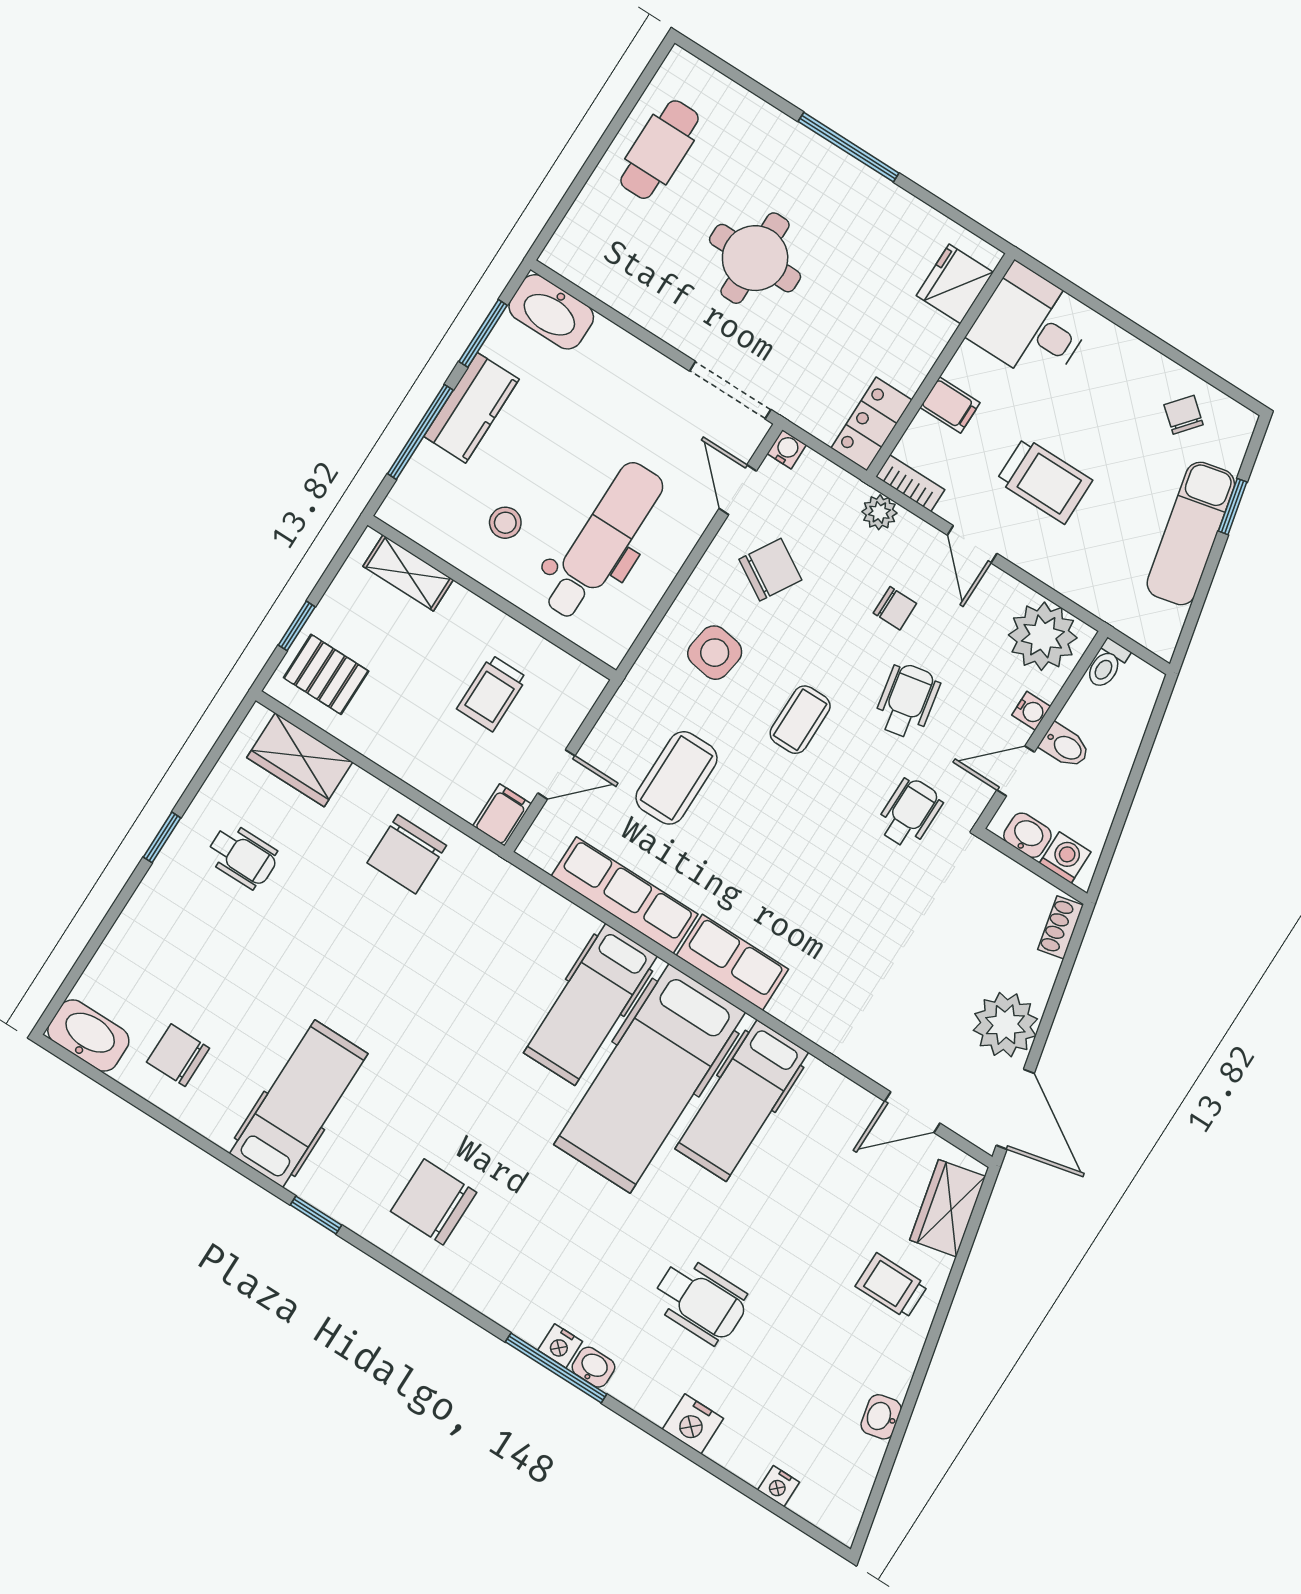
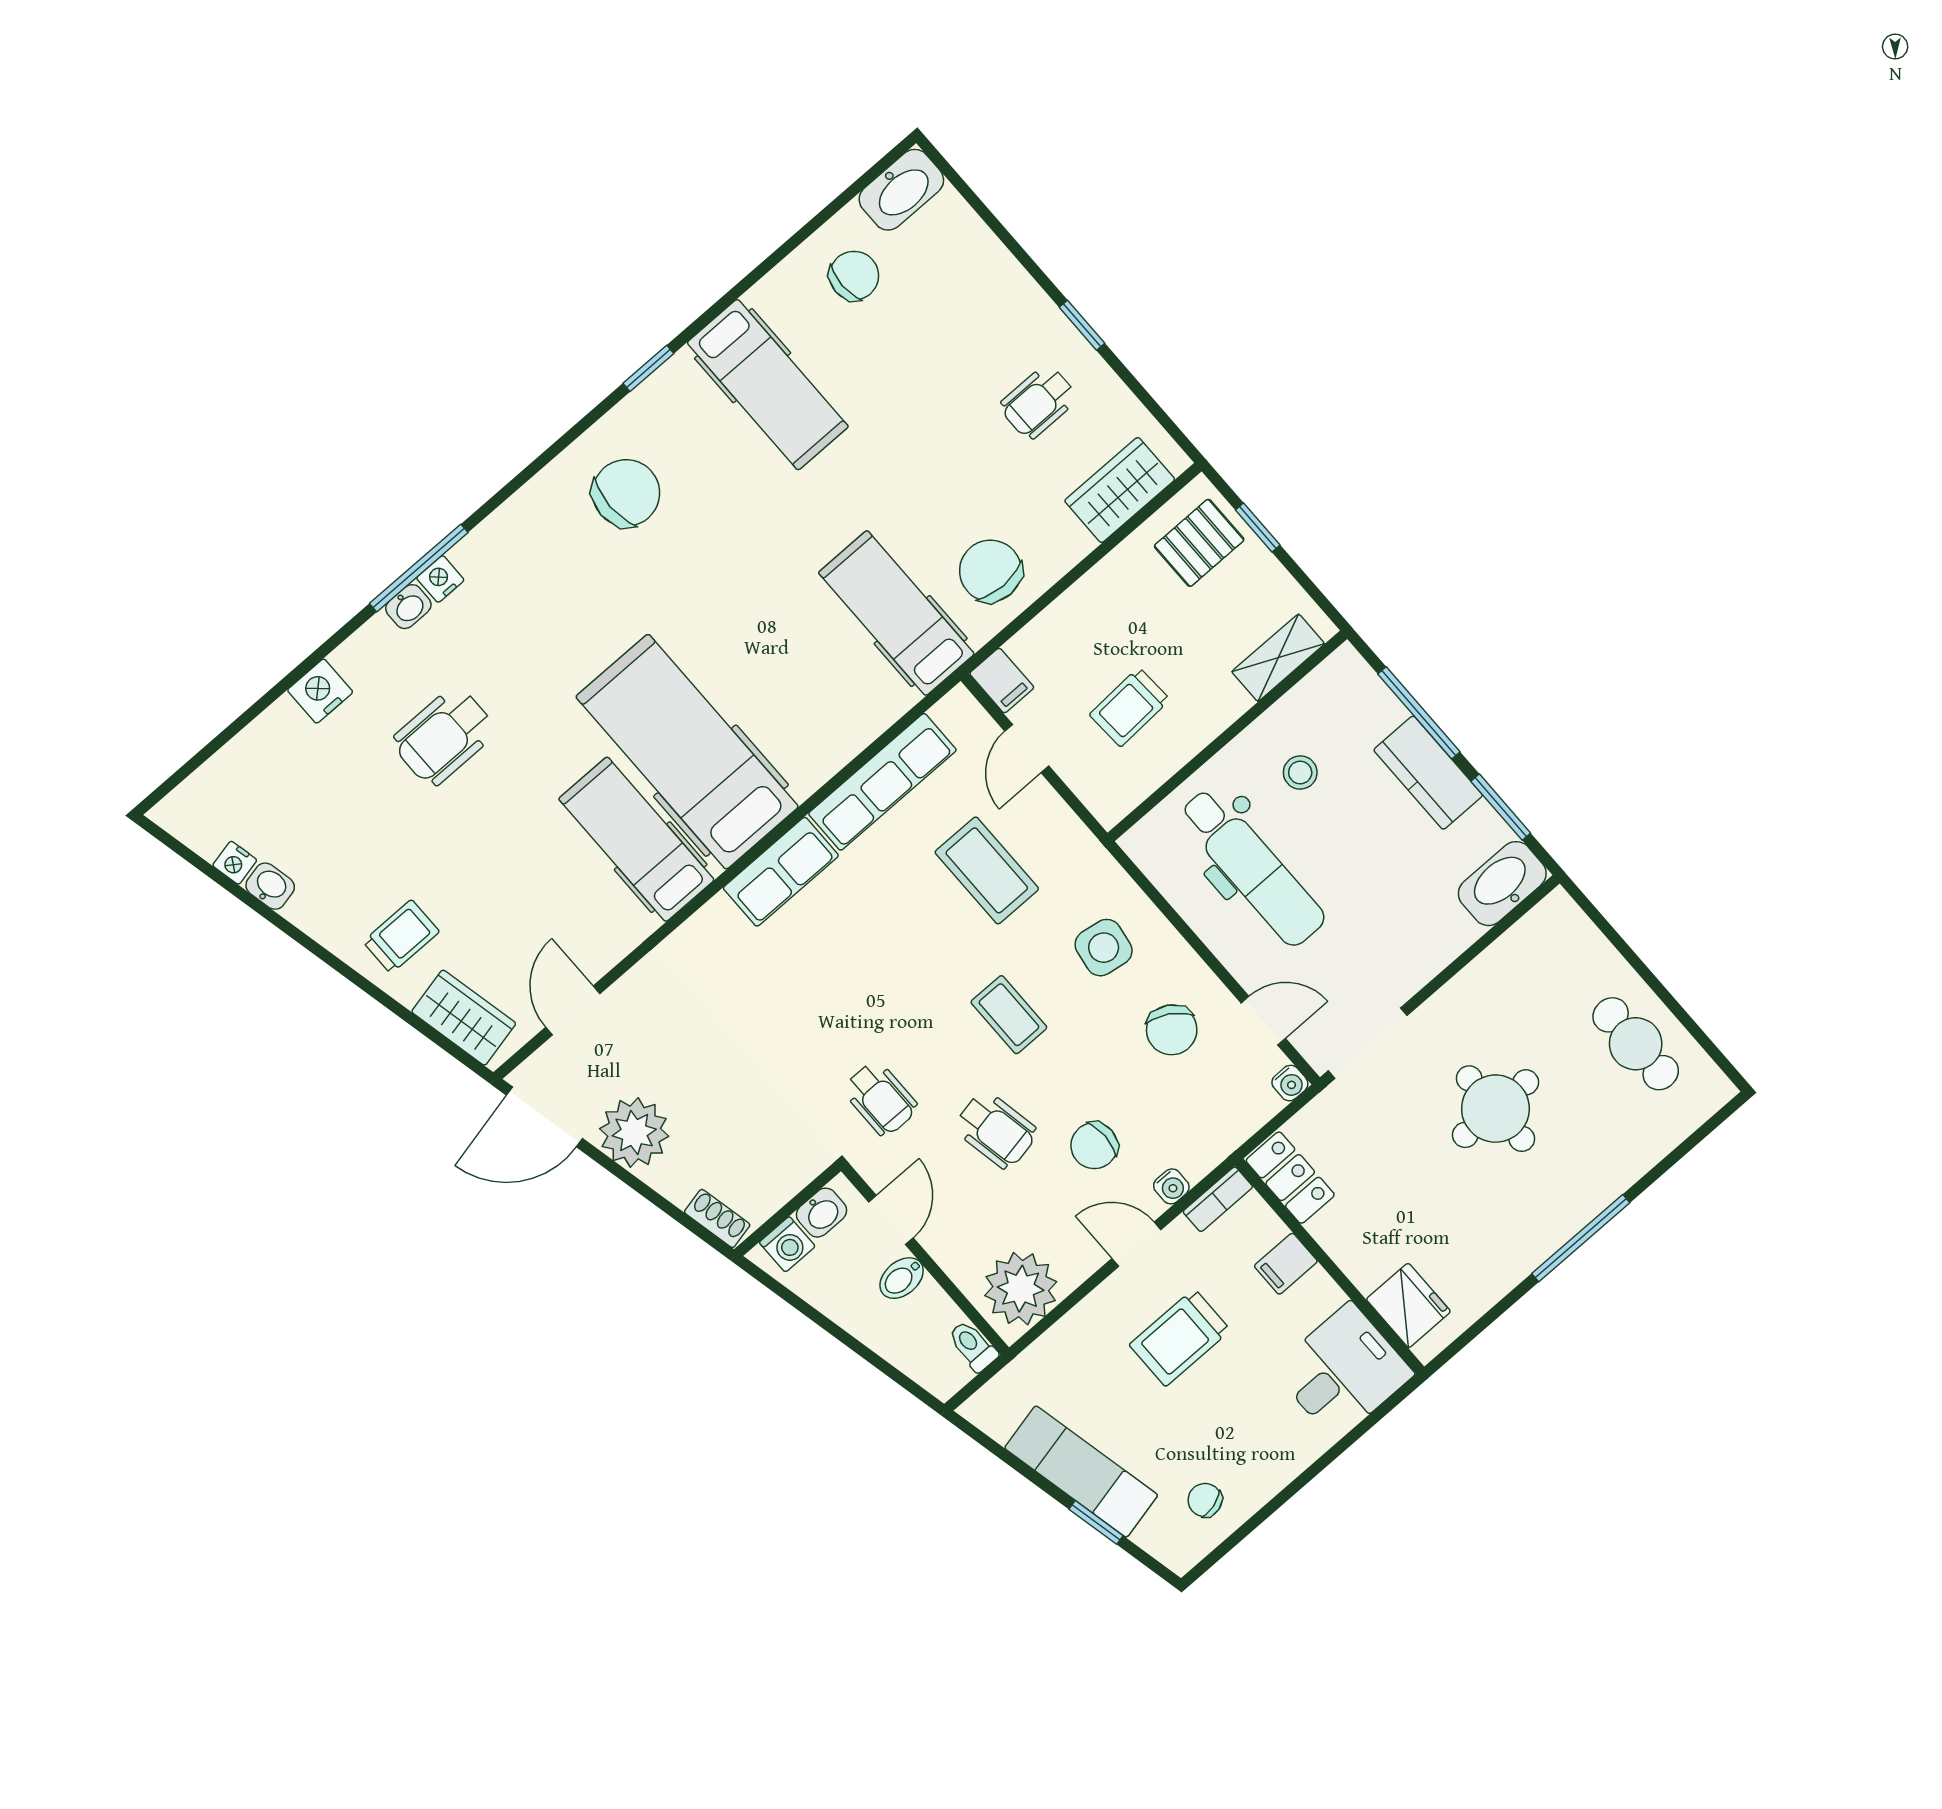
chair: (1184, 415) -> (1205, 1500), turned -146
plant: (879, 512) -> (1197, 1159), removed
chair: (895, 608) -> (1094, 1146), width x1.37, depth x1.37
trolley: (492, 693) -> (1130, 707), turned -93
water cooler: (1031, 711) -> (1171, 1186), moved, turned -90
hospital bed: (590, 1004) -> (896, 613), moved
nightstand: (779, 1486) -> (235, 863), moved, turned -103

